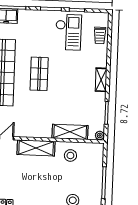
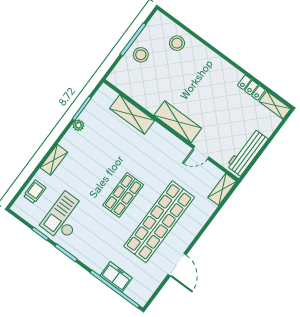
shelving: (101, 80) -> (54, 160), moved
plant: (100, 135) -> (78, 125), moved
stool: (70, 155) -> (141, 55), moved

